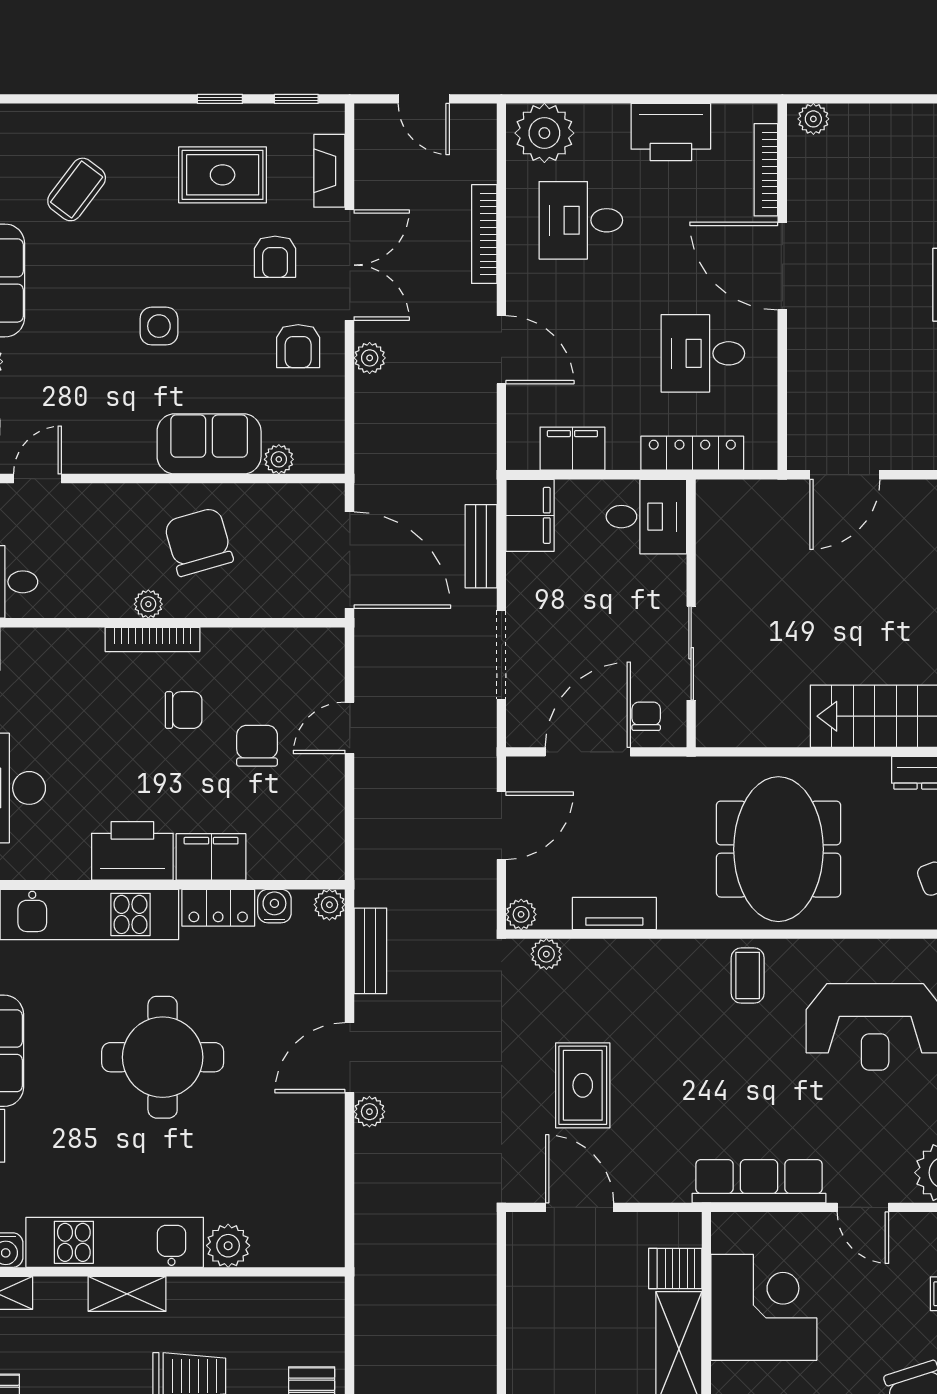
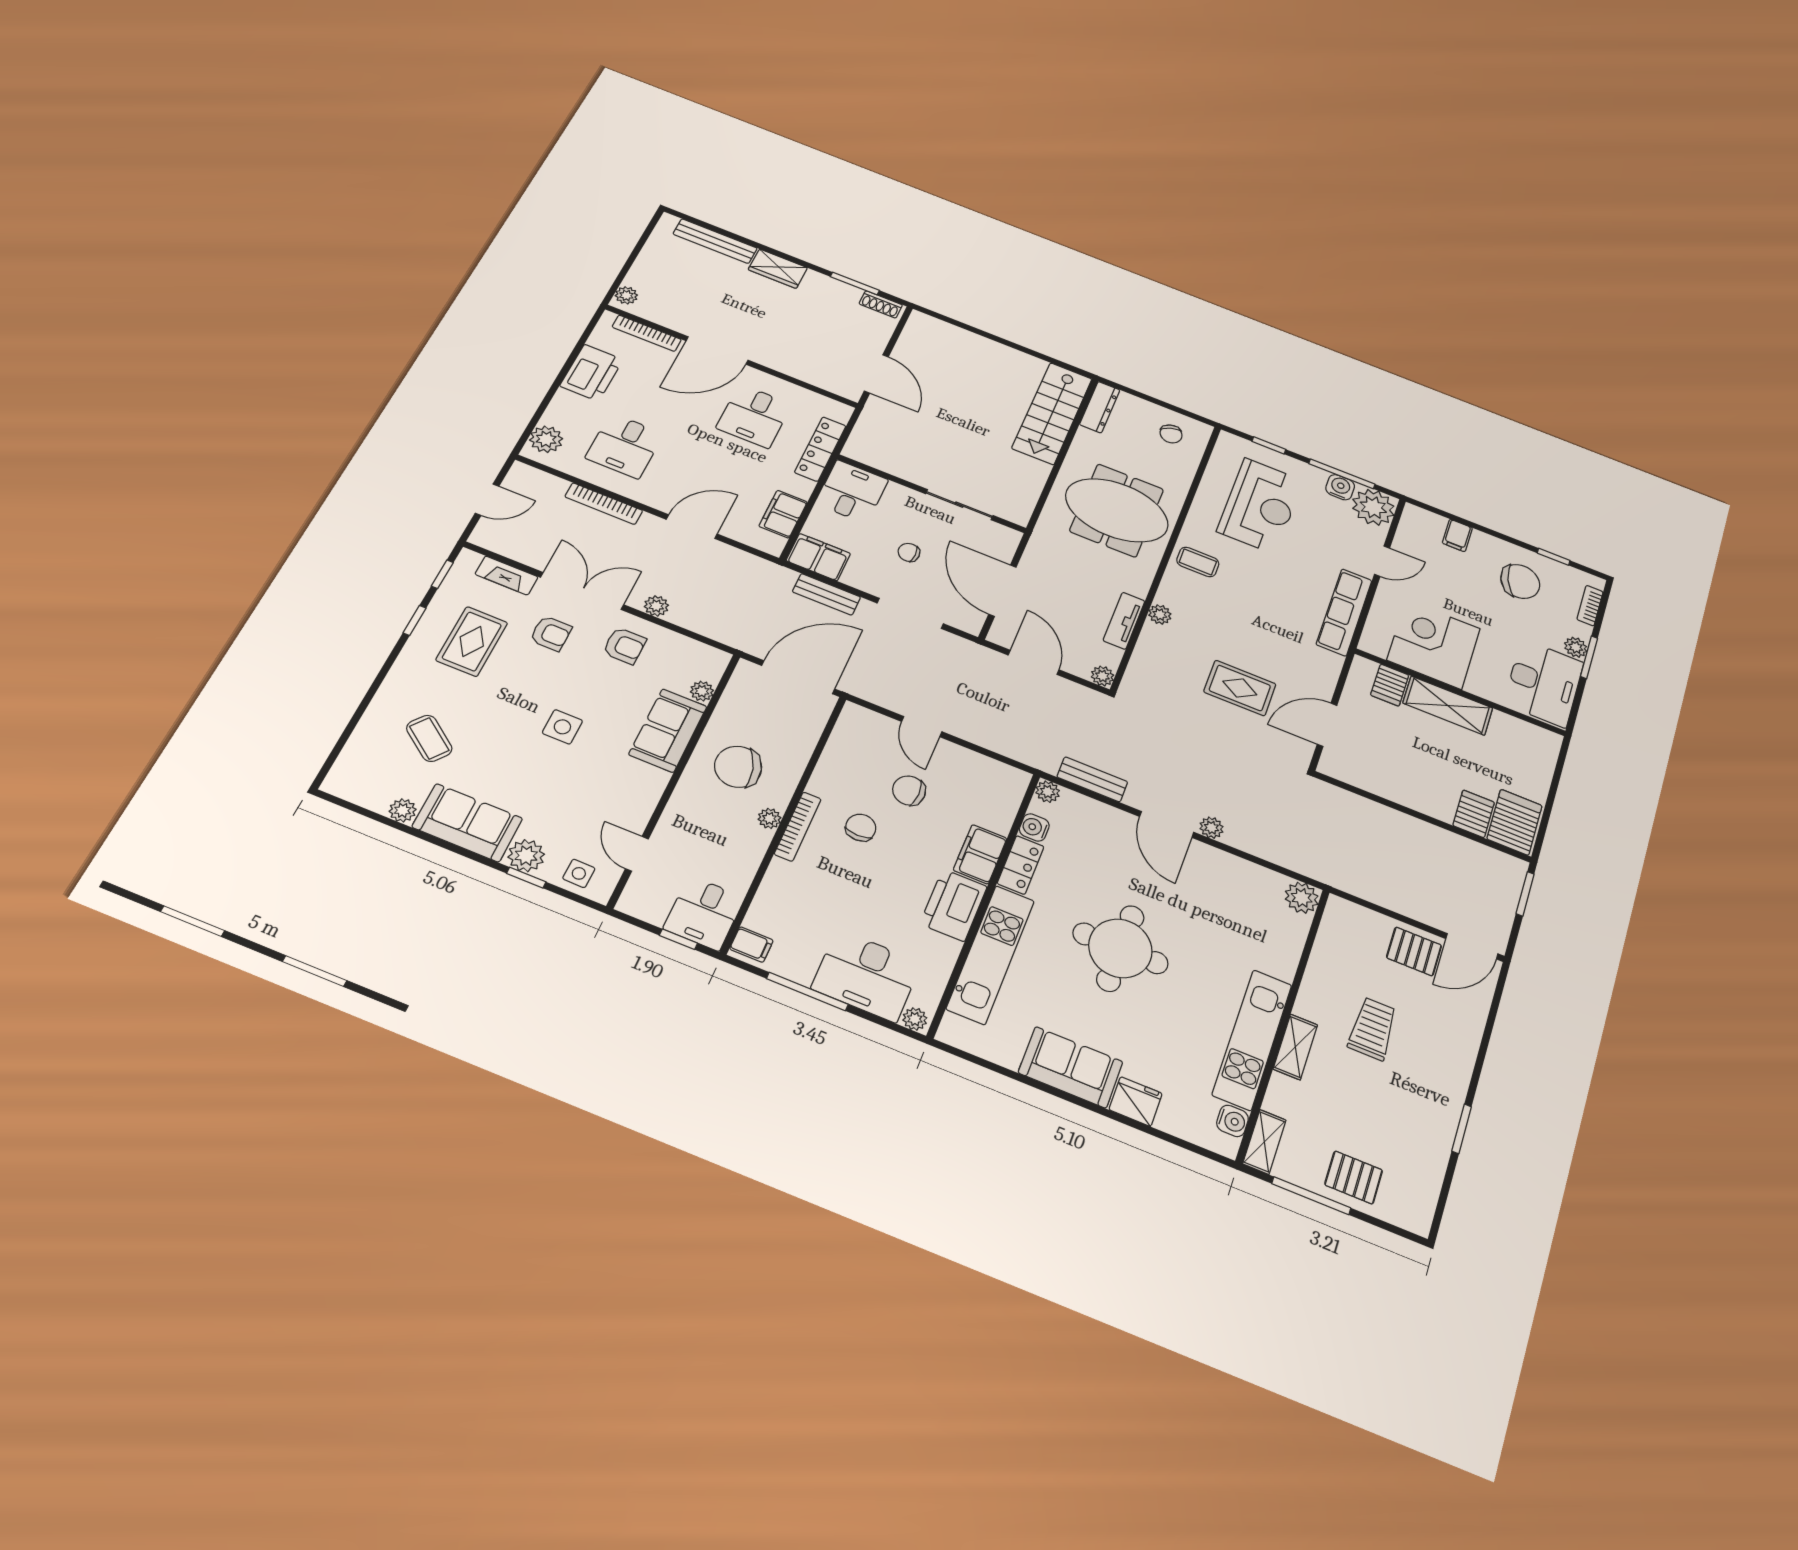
plant: (544, 133) -> (546, 439), width x0.73, depth x0.73
chair: (646, 716) -> (909, 552), moved
plant: (546, 954) -> (1160, 614), moved
plant: (228, 1246) -> (1302, 898), moved

